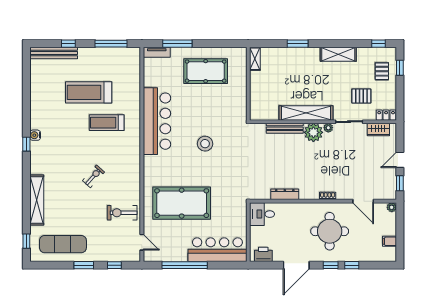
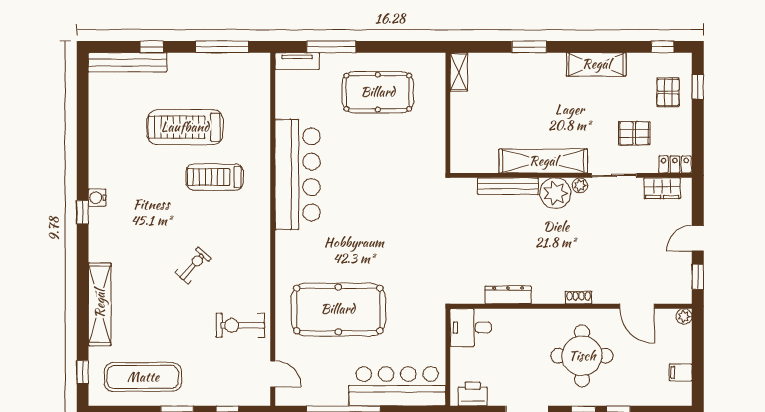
stool: (205, 144) -> (377, 212), removed

